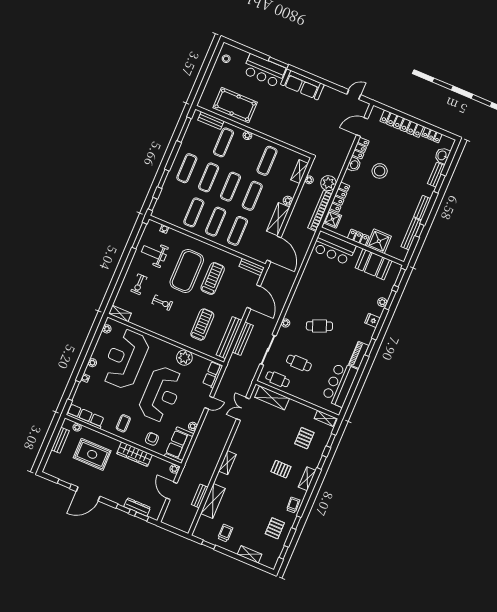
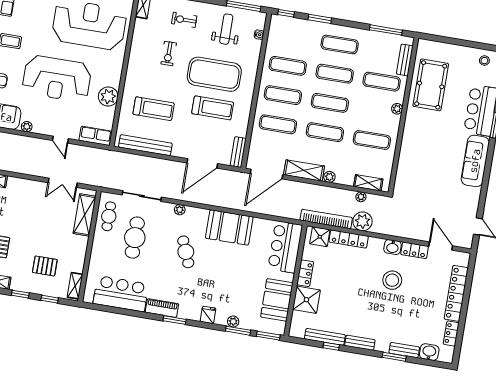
booth: (309, 288) -> (229, 227), added
bench: (243, 339) -> (148, 162), removed
cafe table: (299, 363) -> (135, 238), width x1.37, depth x1.35
double door: (243, 409) -> (63, 183), swing flipped

